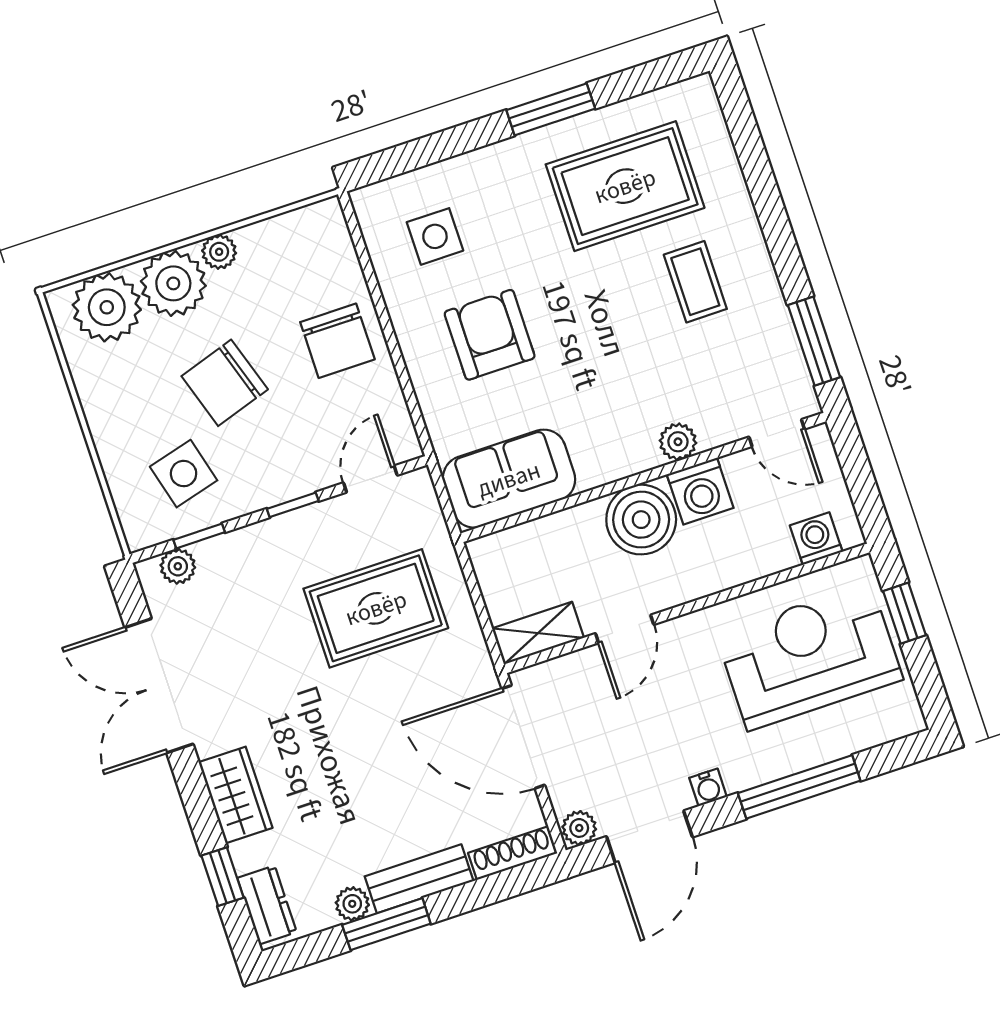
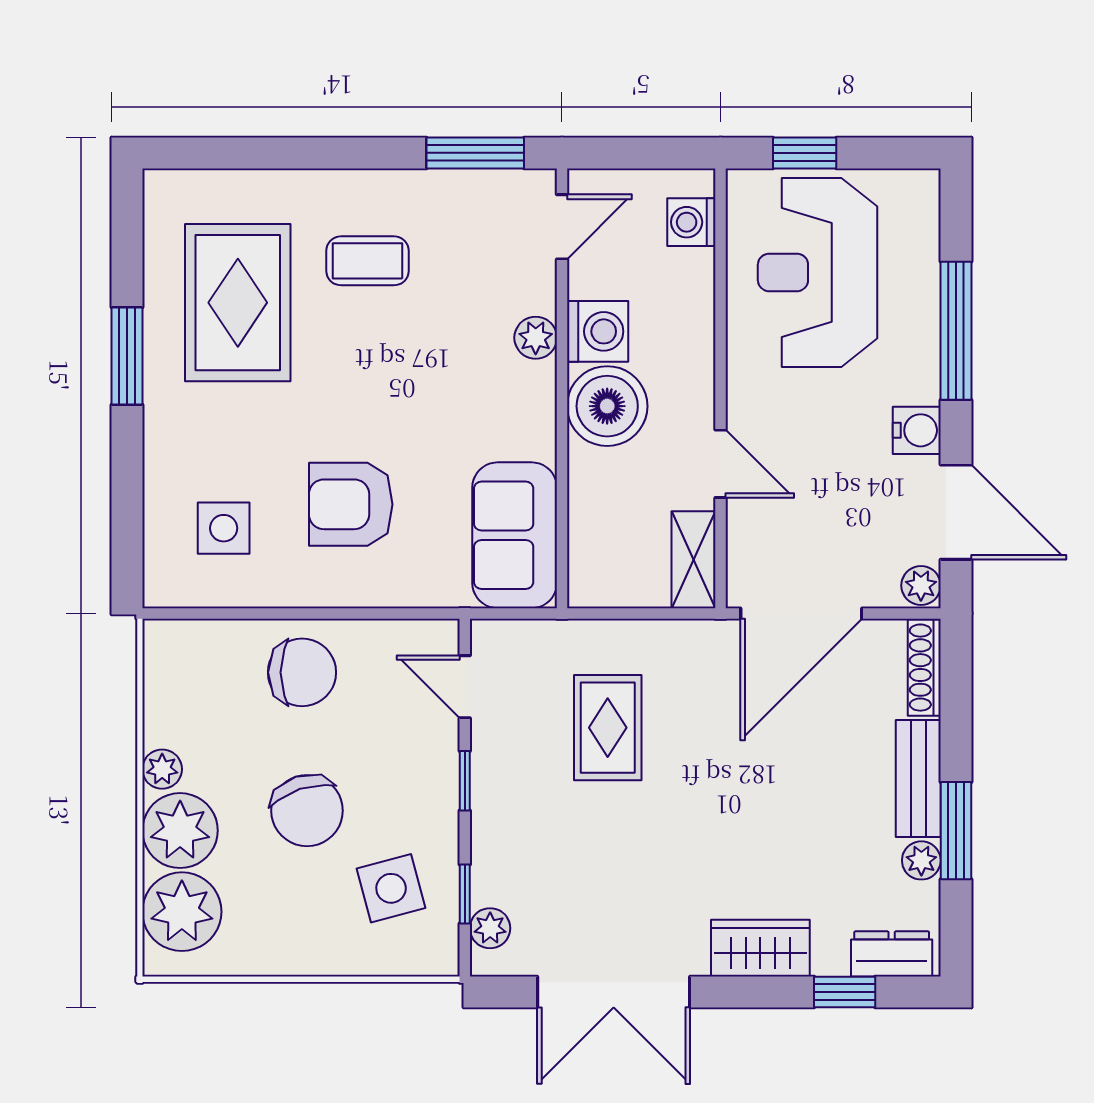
rug: (376, 608) -> (608, 728), width x0.73, depth x0.70
water cooler: (708, 787) -> (917, 430), width x1.38, depth x1.38

